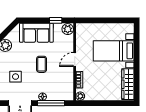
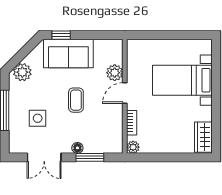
window: (56, 20) -> (61, 35), moved
plant: (68, 29) -> (115, 73), moved
wardrobe: (128, 84) -> (203, 137), width x0.67
window: (51, 103) -> (90, 157), width x0.69

